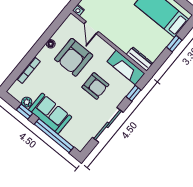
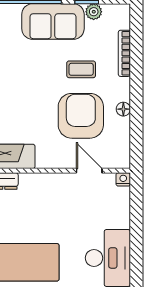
coffee table: (55, 79) -> (81, 69), added
armchair: (95, 86) -> (24, 102), removed

